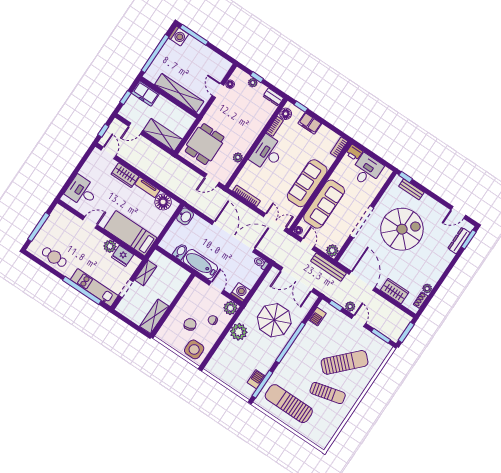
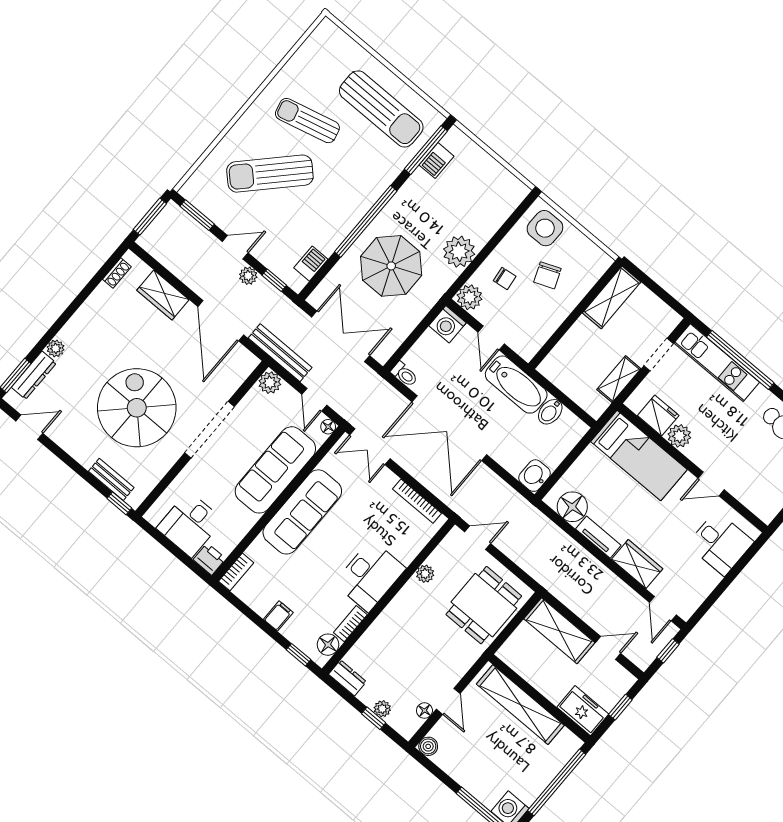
boiler: (226, 65) -> (428, 746), added
filing cabinet: (310, 123) -> (278, 616), width x0.50
spiral stairs: (402, 229) -> (137, 408), turned 90
plant: (427, 289) -> (56, 348), moved
door: (359, 321) -> (235, 247), swing flipped

